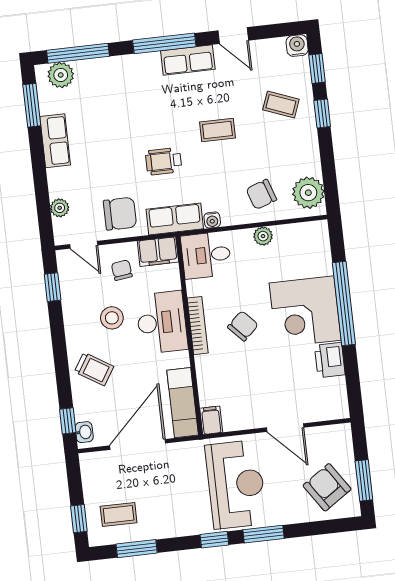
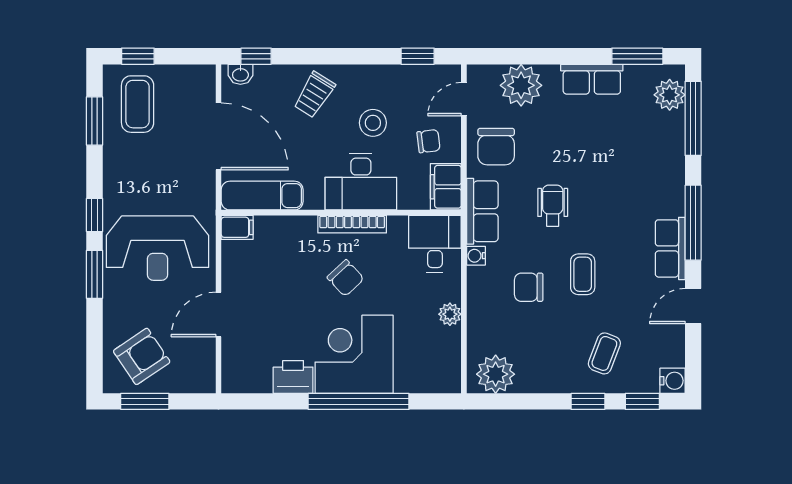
chair: (261, 194) -> (529, 287), moved, turned -71
plant: (60, 208) -> (521, 85), width x1.87, depth x1.87
coffee table: (119, 514) -> (138, 104), width x1.36, depth x1.30

